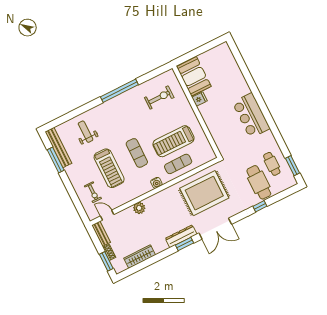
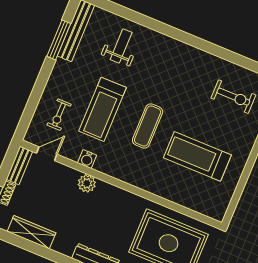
window: (119, 91) -> (202, 44), removed
exercise mat: (178, 164) -> (176, 184), removed
water cooler: (156, 183) -> (87, 159), moved
door: (107, 215) -> (47, 154), hinge flipped

